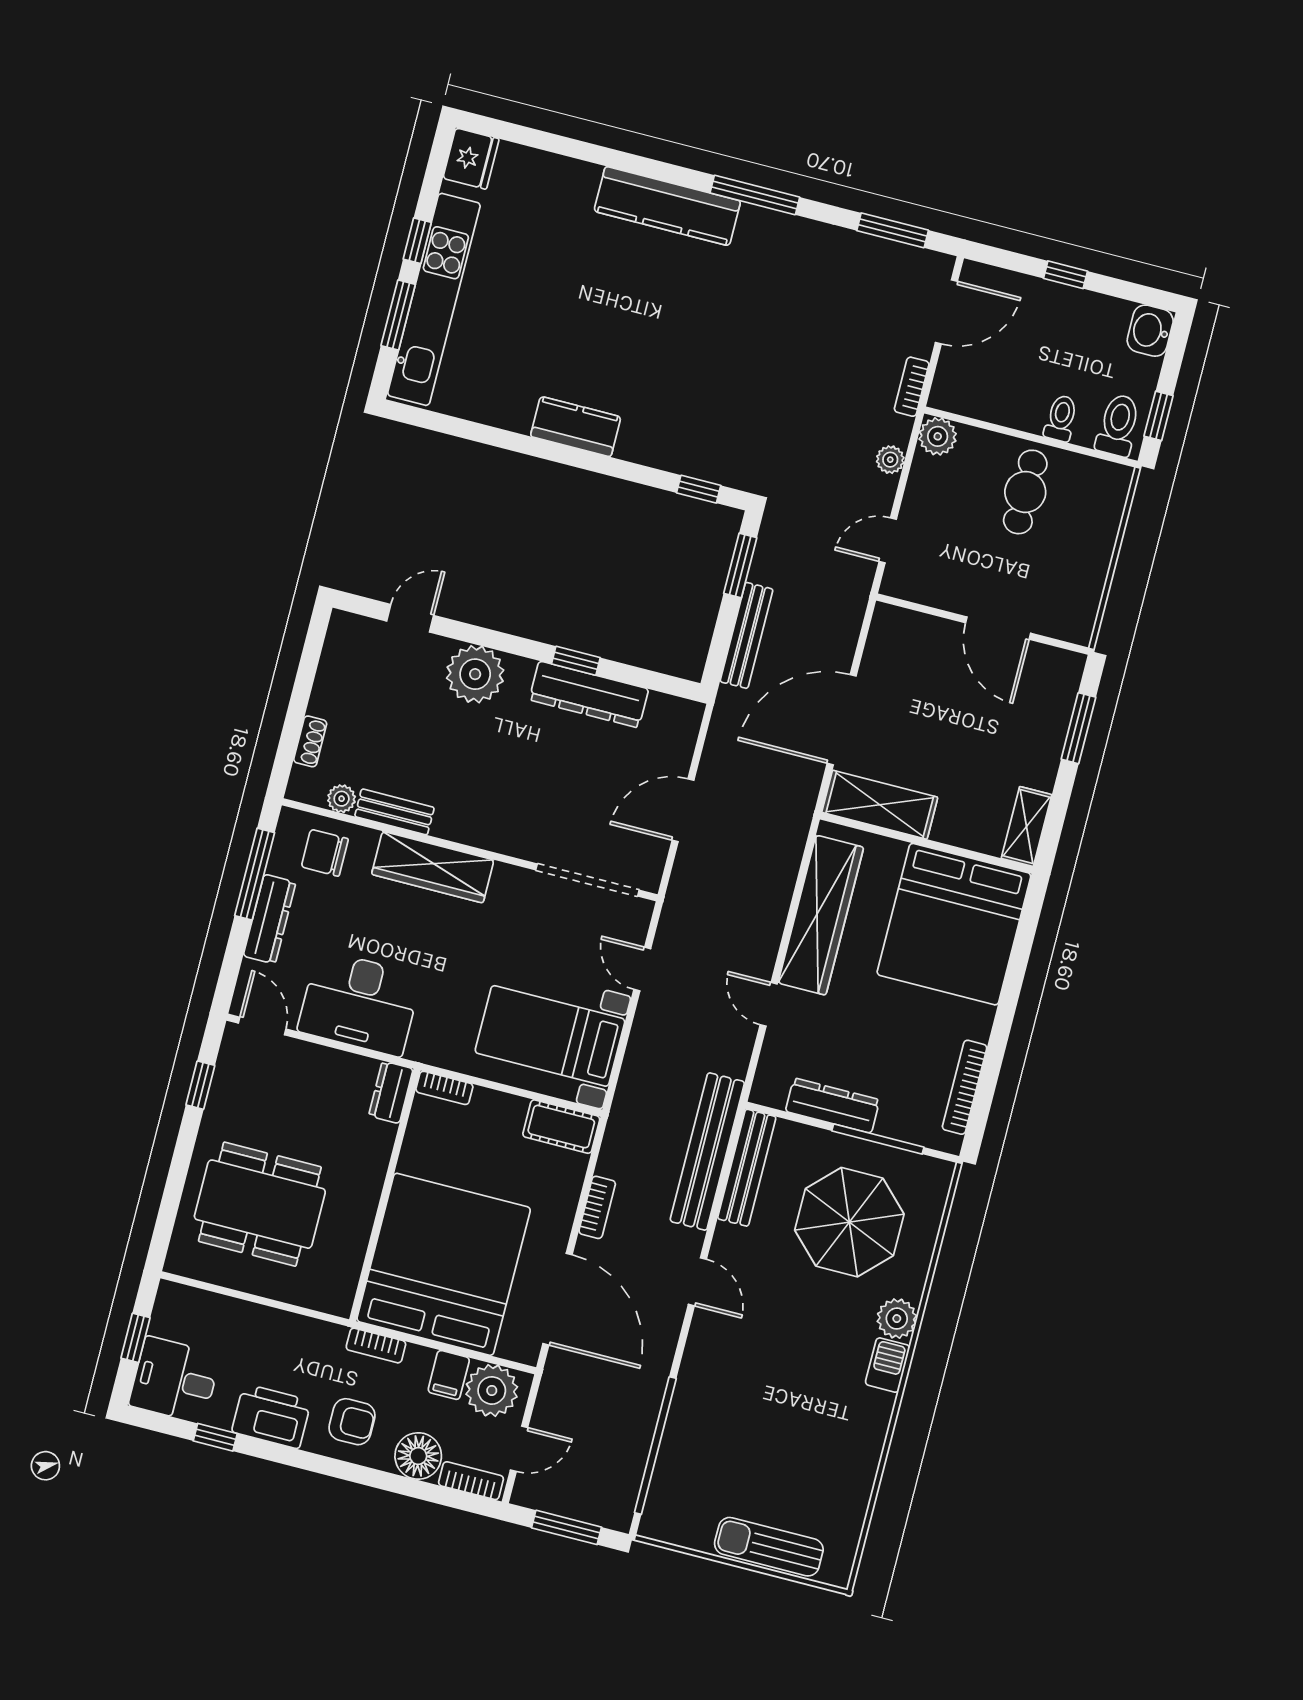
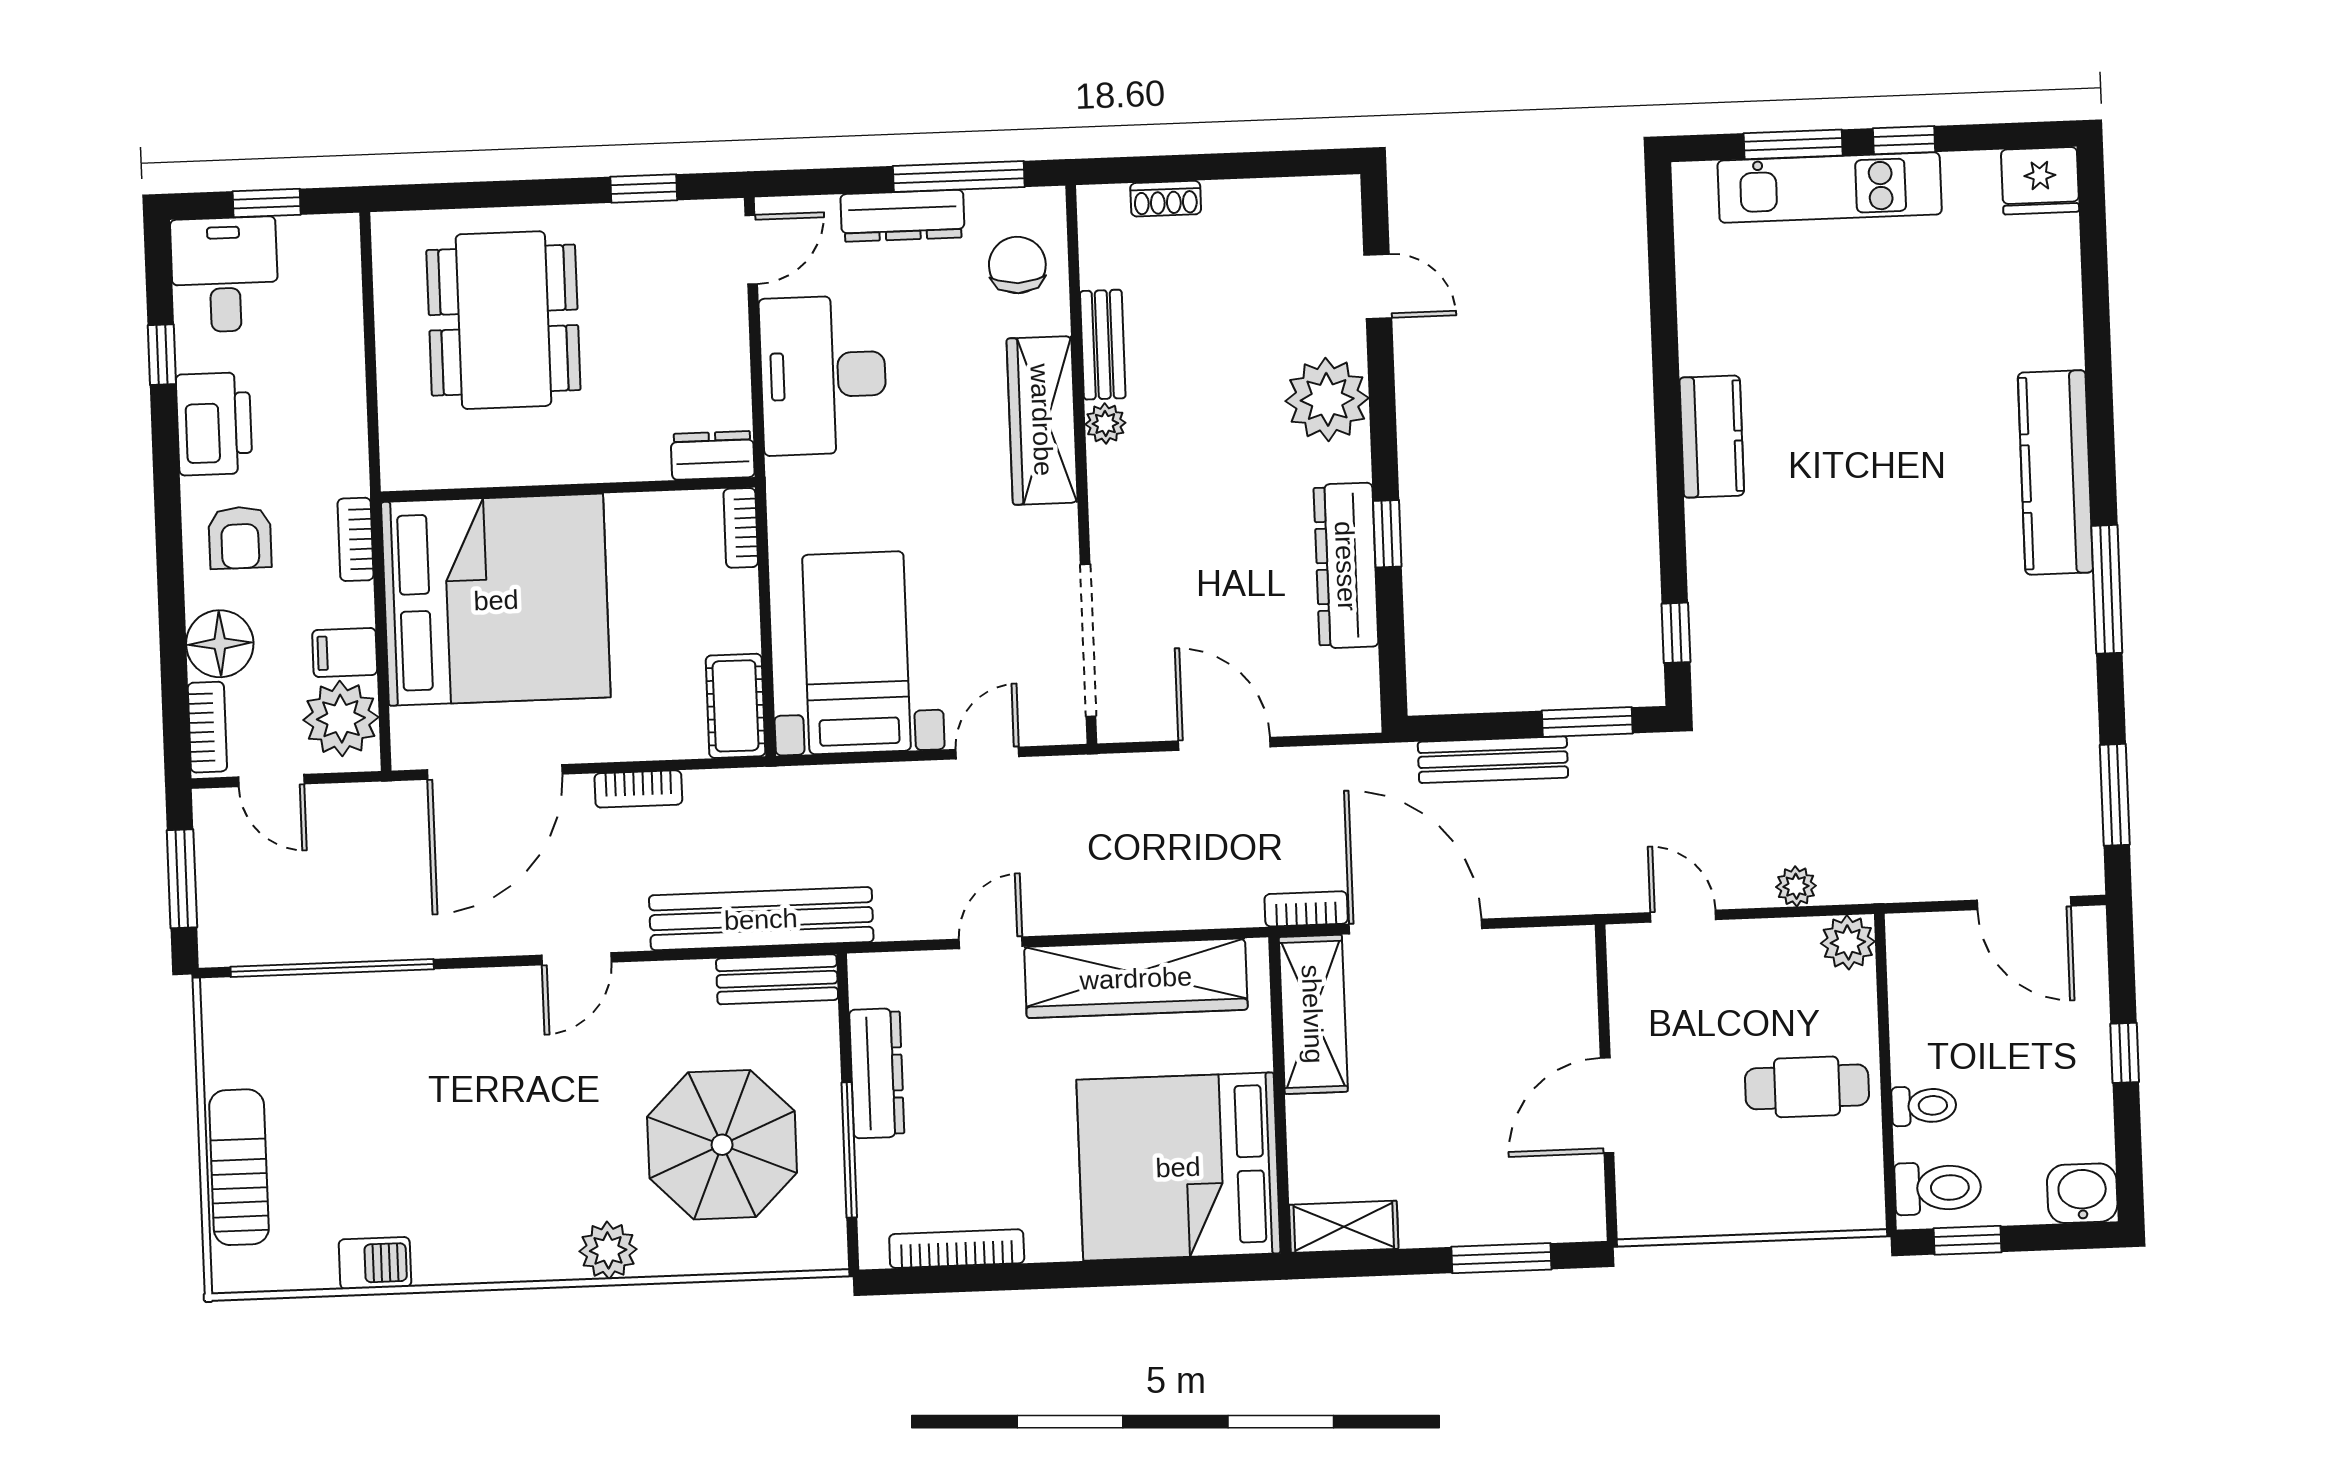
kitchen unit: (434, 299) -> (1830, 187), width x0.73
bookcase: (912, 387) -> (1306, 909), moved
plant: (342, 799) -> (1105, 423), moved
bench: (747, 1168) -> (777, 979), width x0.73
barbecue: (888, 1365) -> (375, 1263), moved

